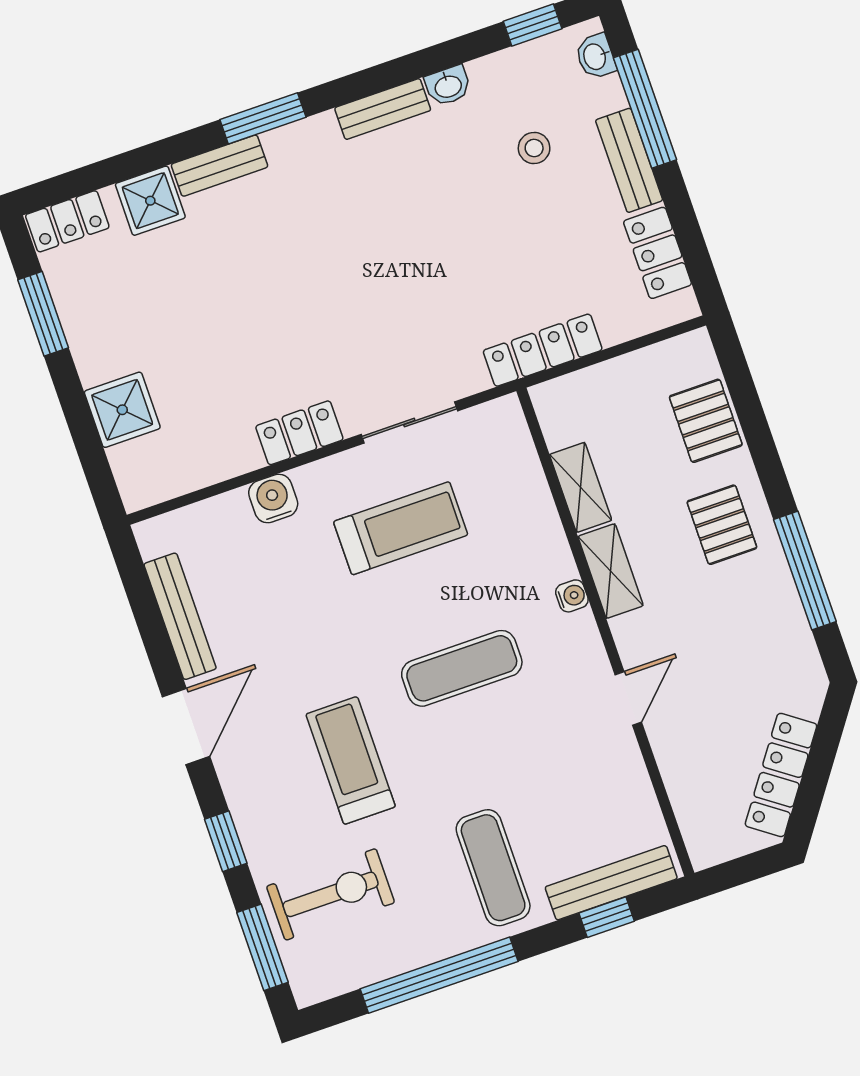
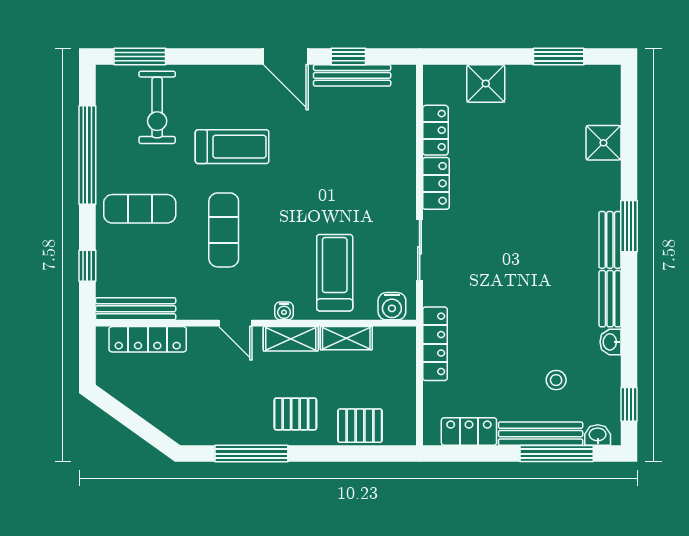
bench: (629, 160) -> (541, 434), width x1.36
bench: (219, 166) -> (610, 240), moved
locker: (67, 221) -> (435, 130), moved, turned 180
water cooler: (273, 498) -> (392, 306), moved, turned 90
treadmill: (401, 528) -> (335, 273), moved, turned 180
exercise mat: (462, 668) -> (224, 230), moved
door: (628, 698) -> (235, 323), moved
locker: (781, 775) -> (148, 339), moved, turned 144
window: (226, 841) -> (348, 56), moved
bench: (611, 883) -> (136, 309), moved, turned 90

